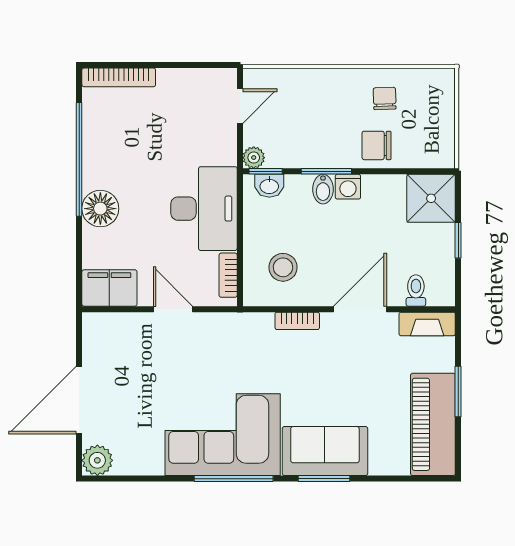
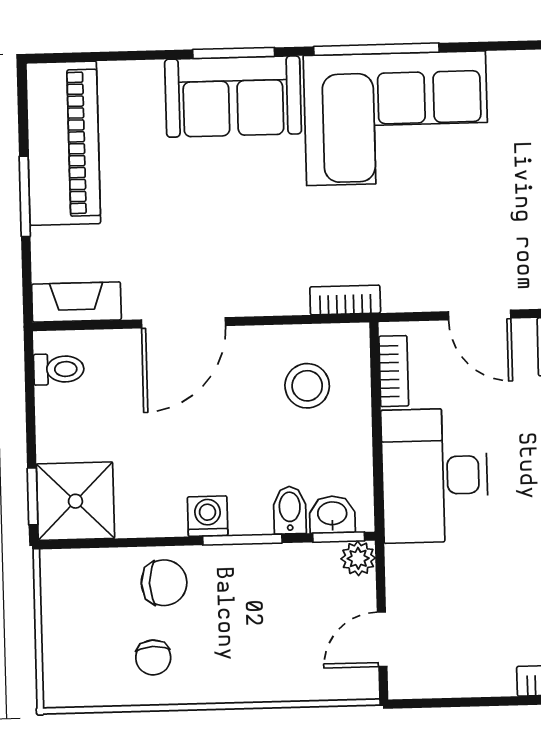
bidet: (323, 189) -> (290, 510), moved
window: (458, 240) -> (33, 496), moved
toilet: (416, 290) -> (59, 369), moved, turned -90
bookcase: (297, 321) -> (345, 300), moved

